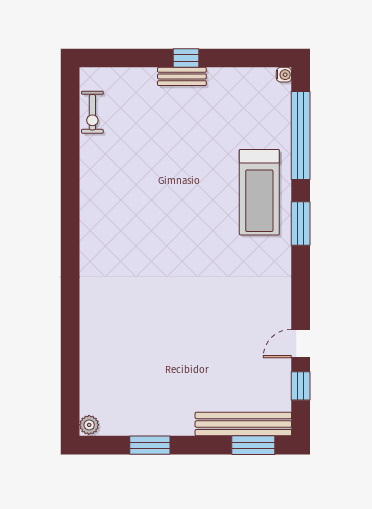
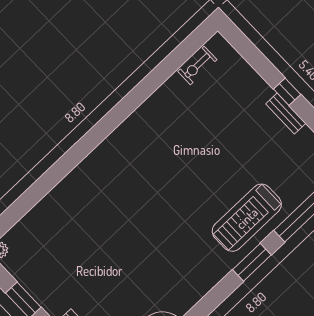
bench: (182, 76) -> (286, 113), moved

